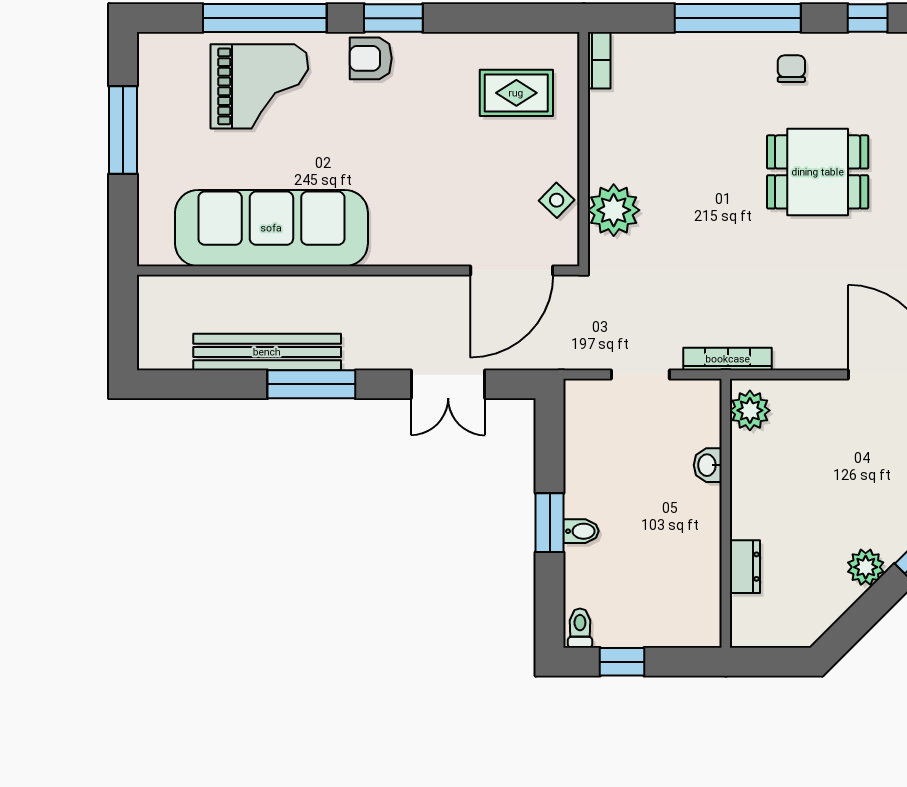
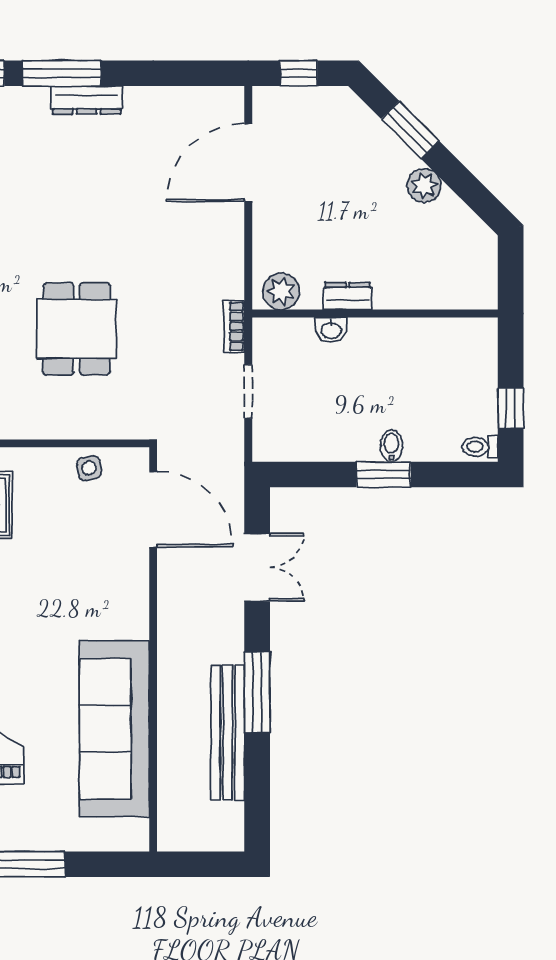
dining table: (818, 172) -> (77, 329), moved
side table: (557, 200) -> (89, 468), turned 35
plant: (614, 210) -> (98, 416), removed
bookcase: (728, 359) -> (234, 326), width x0.64
dresser: (745, 567) -> (348, 296), moved

